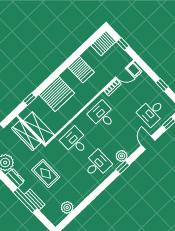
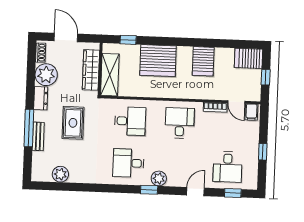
desk: (152, 112) -> (228, 167), turned -90
desk: (75, 141) -> (130, 121), turned 90
desk: (97, 164) -> (128, 163), turned 180

